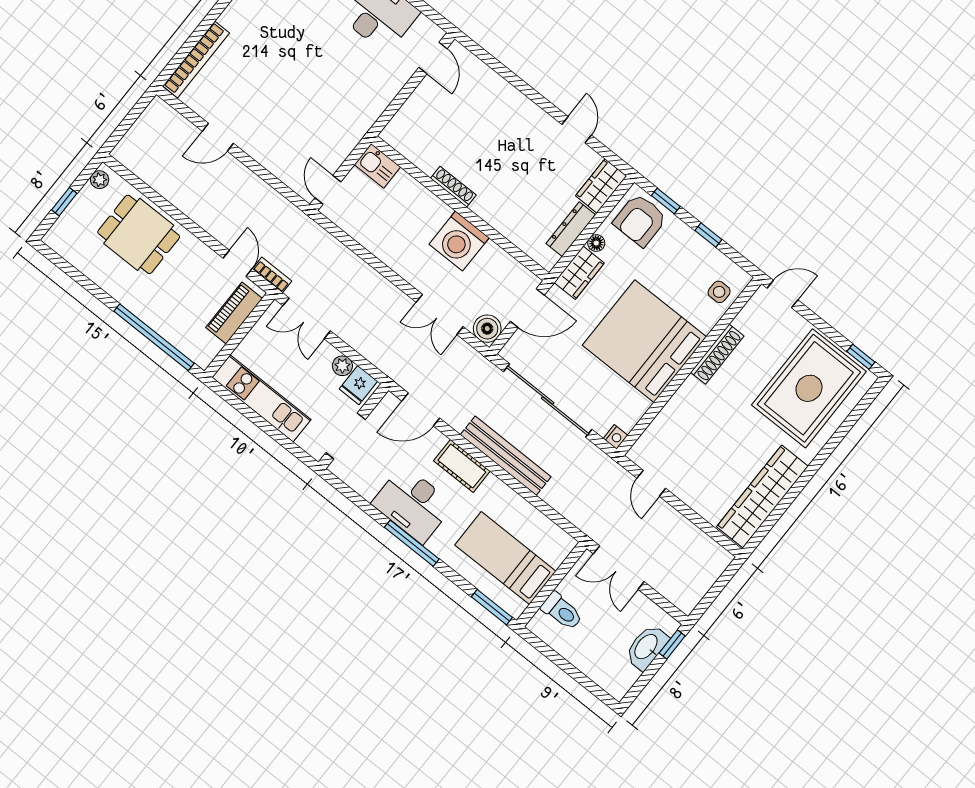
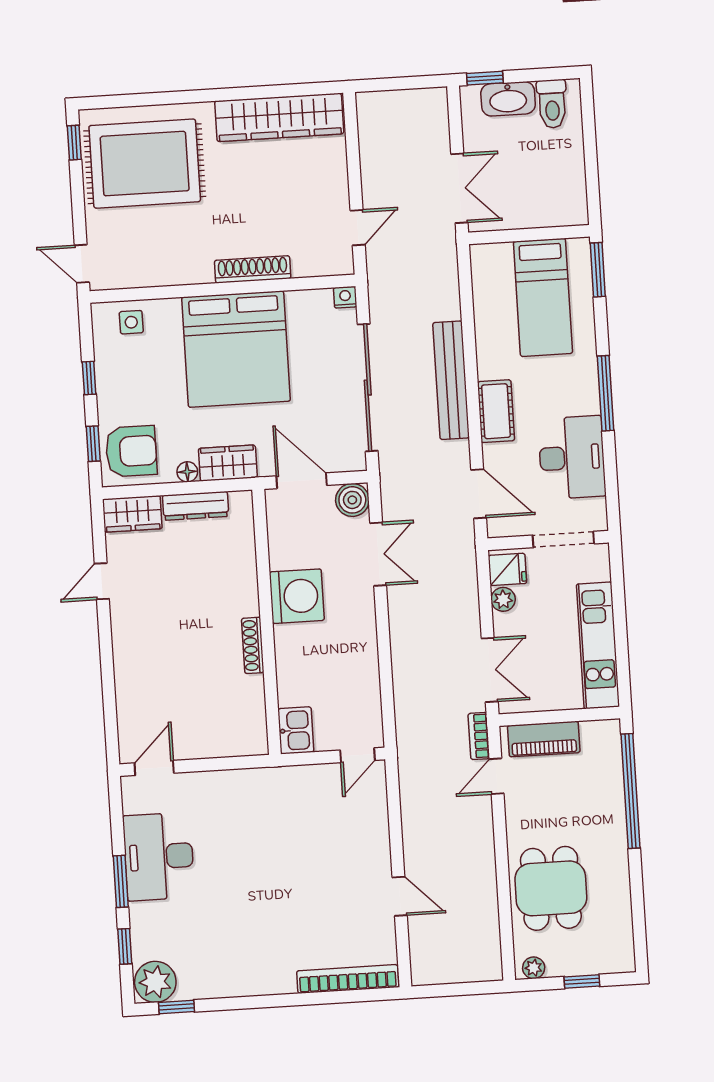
shoe rack: (717, 354) -> (253, 269), moved
desk: (413, 504) -> (572, 458), moved
toilet: (562, 611) -> (552, 104), moved, turned 180

